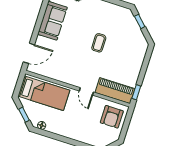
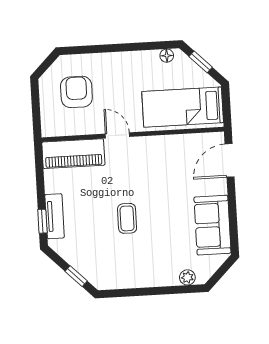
tv unit: (139, 60) -> (55, 216), added
window: (136, 92) -> (42, 221), moved
armchair: (112, 117) -> (76, 92), moved

